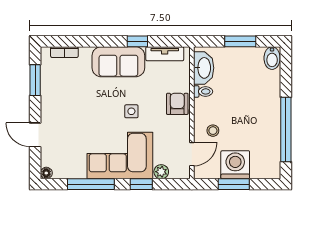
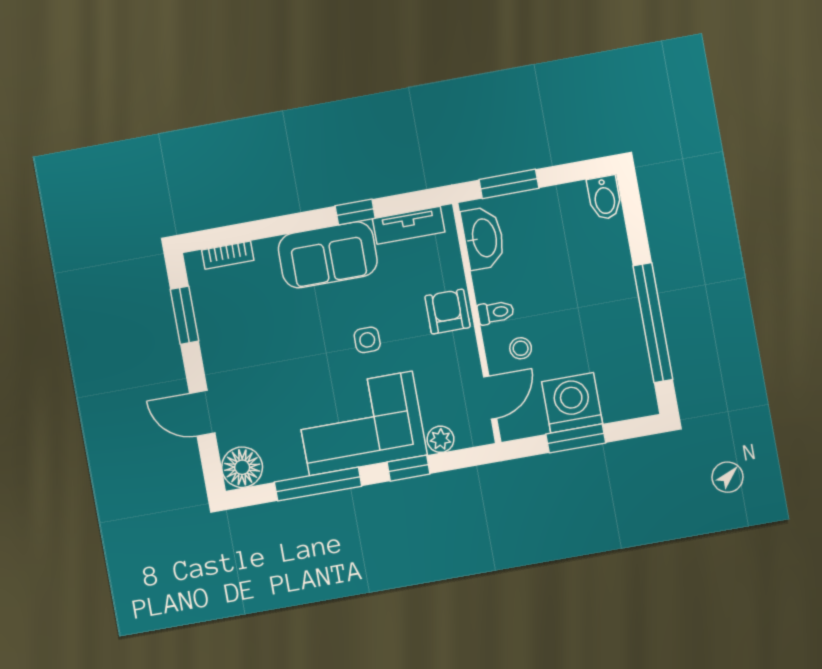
window: (240, 41) -> (509, 184), moved
toilet: (203, 91) -> (496, 312), moved
floor lamp: (46, 173) -> (242, 467), width x1.89, depth x1.89

